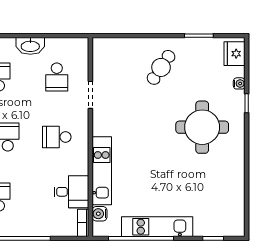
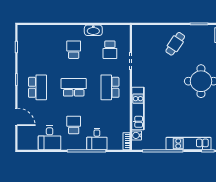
school desk: (57, 137) -> (110, 87), width x1.85
desk: (71, 192) -> (97, 139), moved, turned 90
kitchen unit: (157, 227) -> (188, 144), moved

